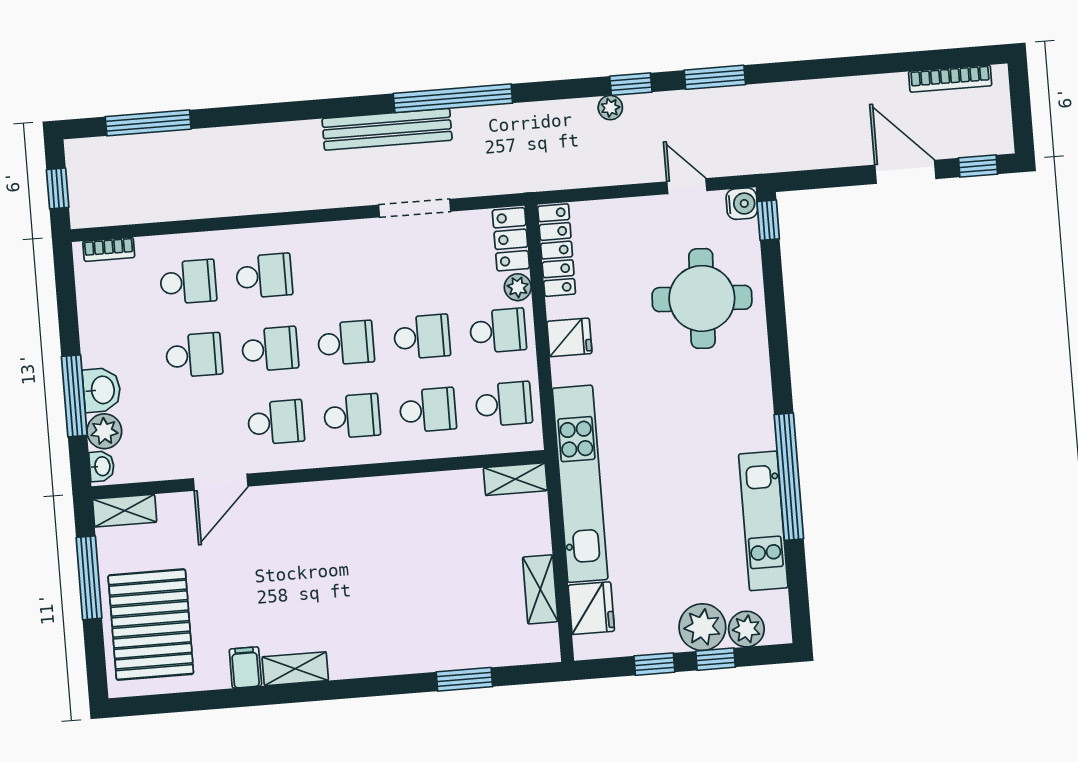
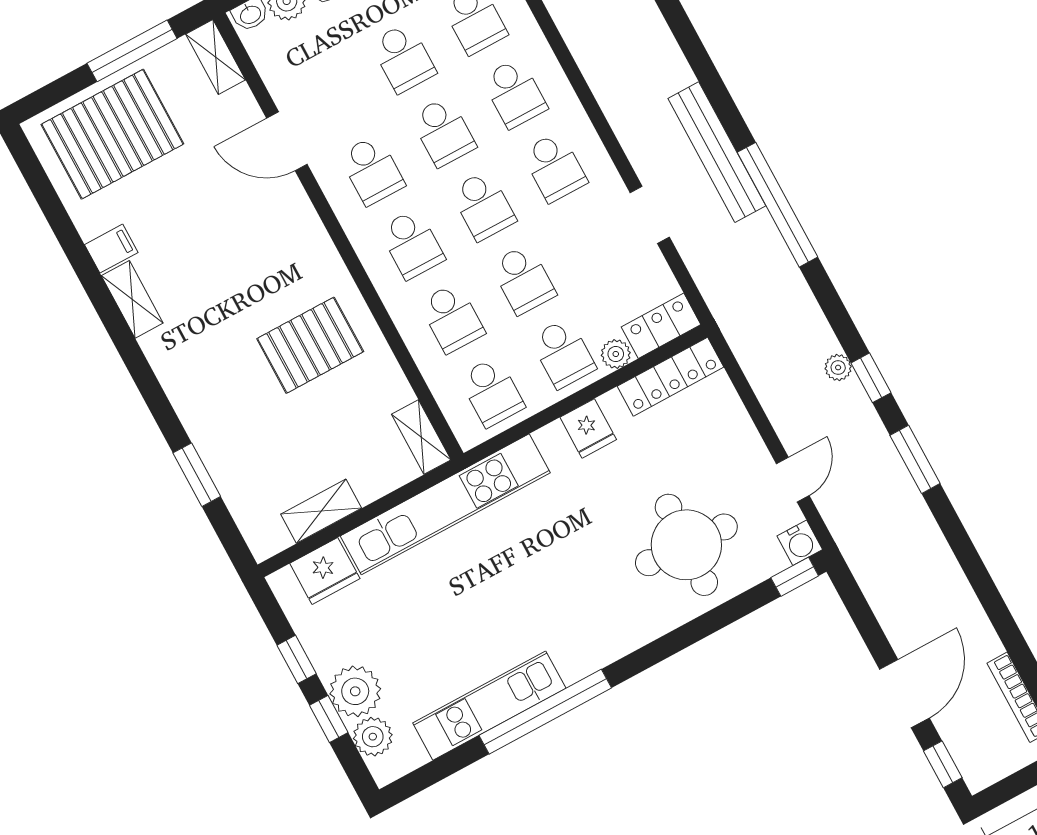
doorway: (415, 208) -> (650, 215), width x0.73
school desk: (340, 270) -> (554, 167), added
pallet: (398, 538) -> (310, 345), added

